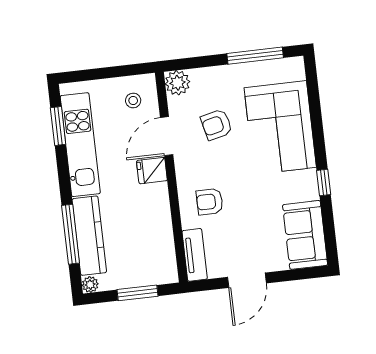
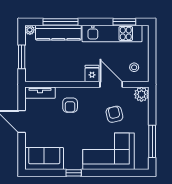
armchair: (210, 202) -> (70, 105), turned 180

